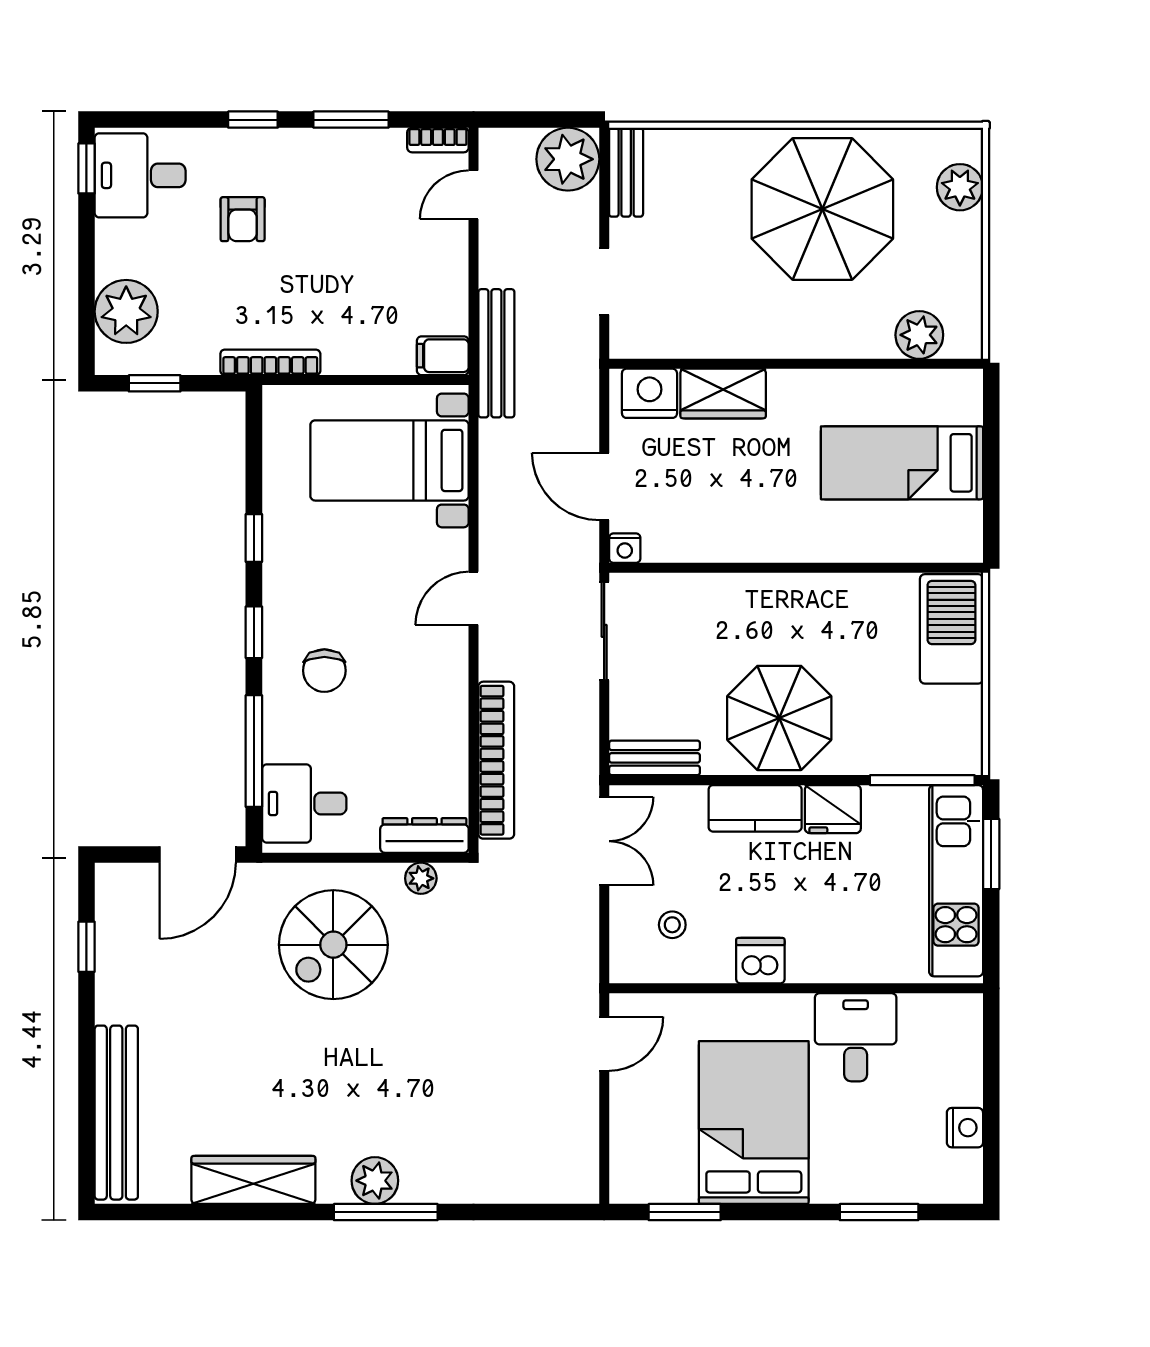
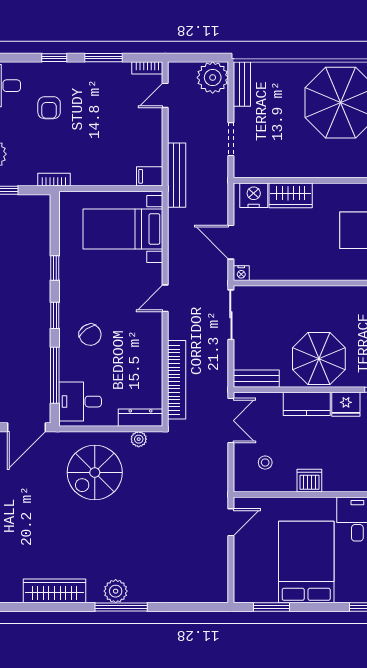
bookcase: (270, 362) -> (54, 180), width x0.64
chair: (324, 671) -> (90, 335), turned -35

